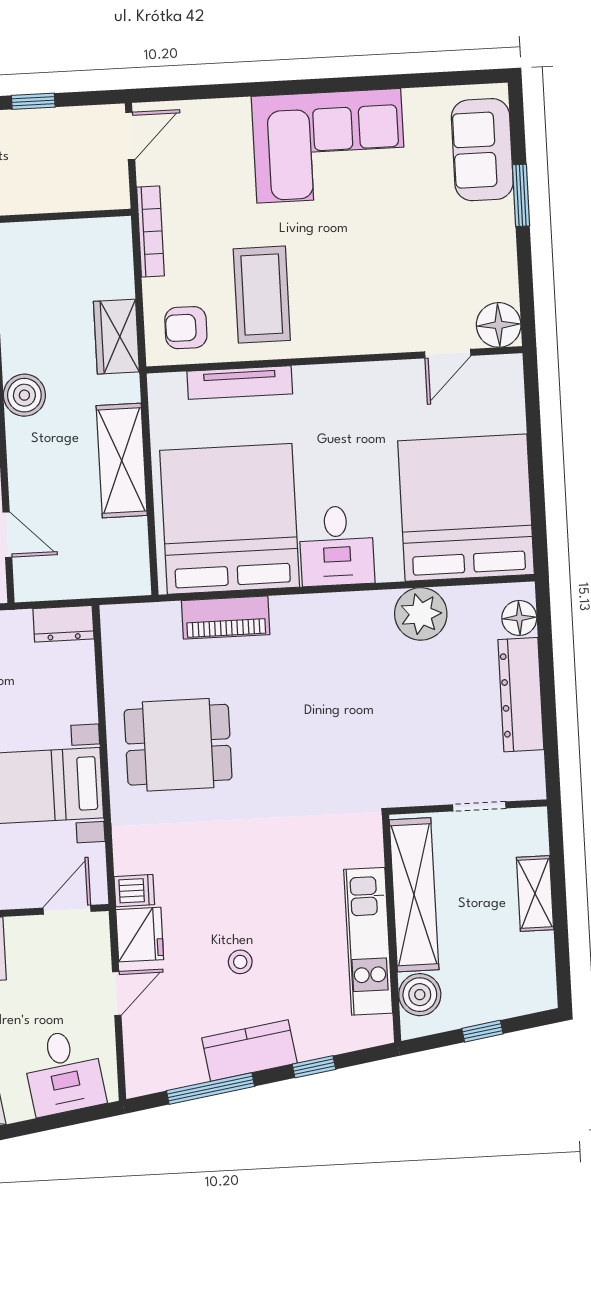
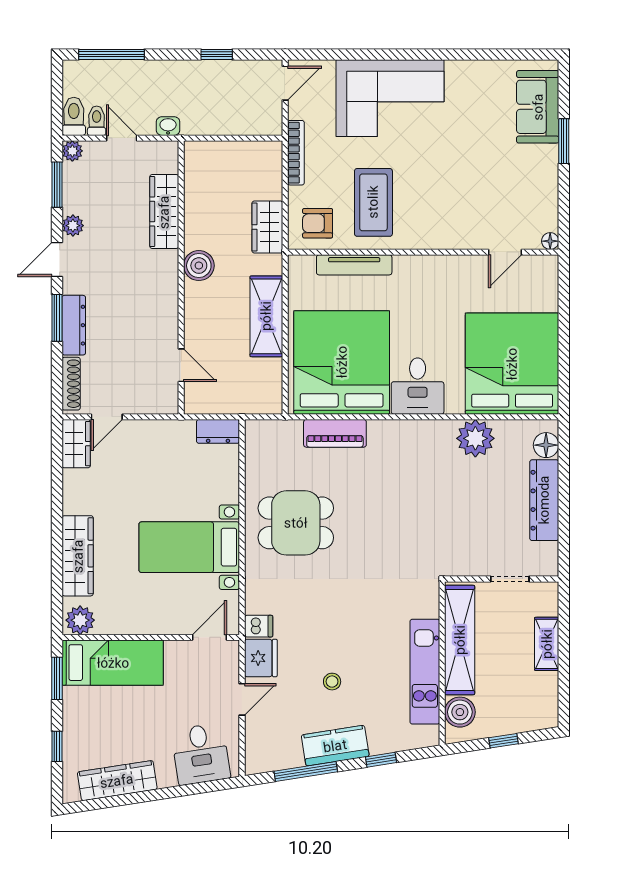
corner sofa: (329, 146) -> (390, 98), moved
floor lamp: (499, 325) -> (550, 241), width x0.53, depth x0.53

